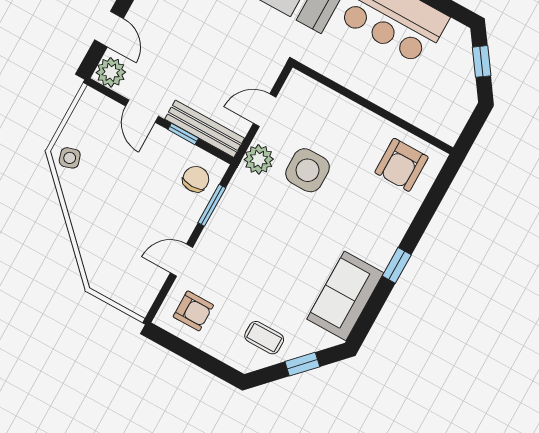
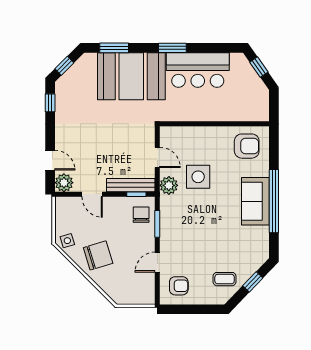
door: (265, 110) -> (157, 157), swing flipped
window: (183, 134) -> (136, 194), moved
armchair: (401, 165) -> (247, 146), turned -90
chair: (102, 203) -> (98, 255), added
window: (397, 265) -> (274, 201), width x3.17
sofa: (345, 296) -> (255, 201), moved

